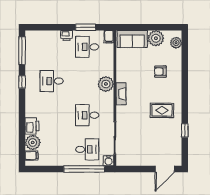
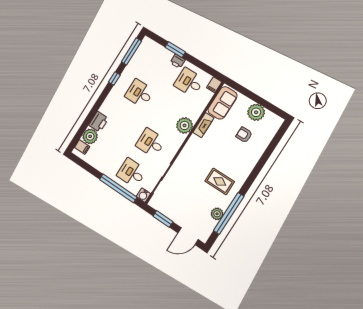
window: (86, 27) -> (175, 50), moved
sofa: (132, 39) -> (222, 103), moved, turned -90
plant: (176, 43) -> (217, 214), moved
armchair: (160, 72) -> (244, 135), moved
fireplace: (121, 94) -> (203, 125), moved
window: (185, 130) -> (229, 213), width x3.17
desk: (87, 149) -> (132, 173), turned 180
window: (136, 169) -> (163, 219), added

